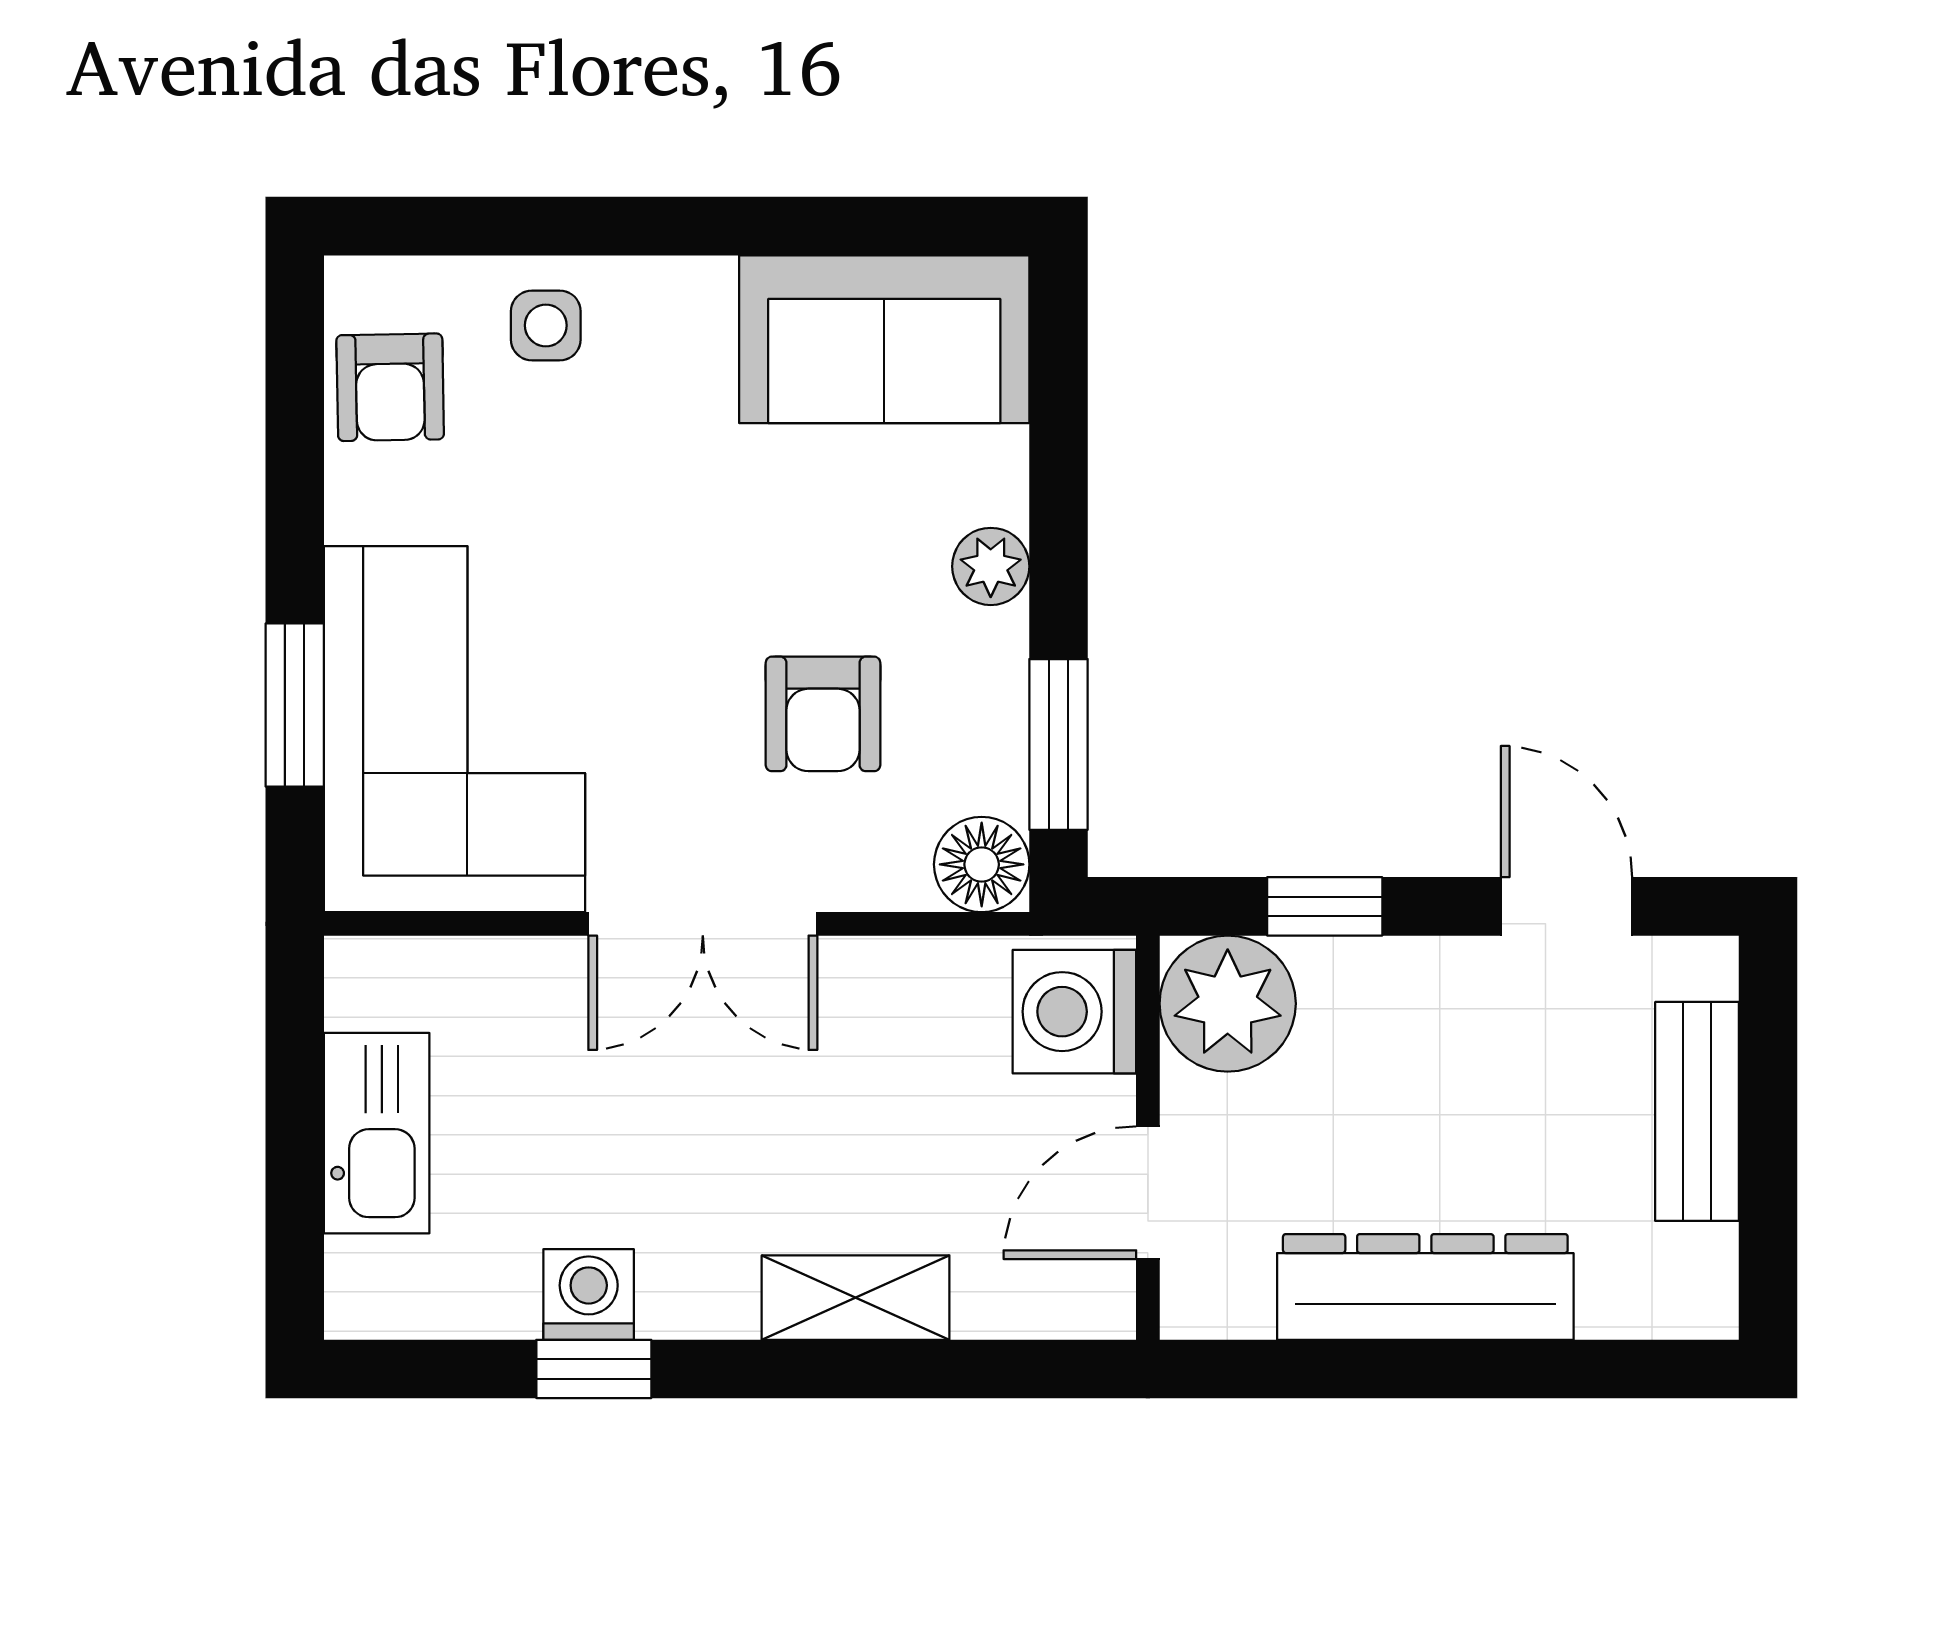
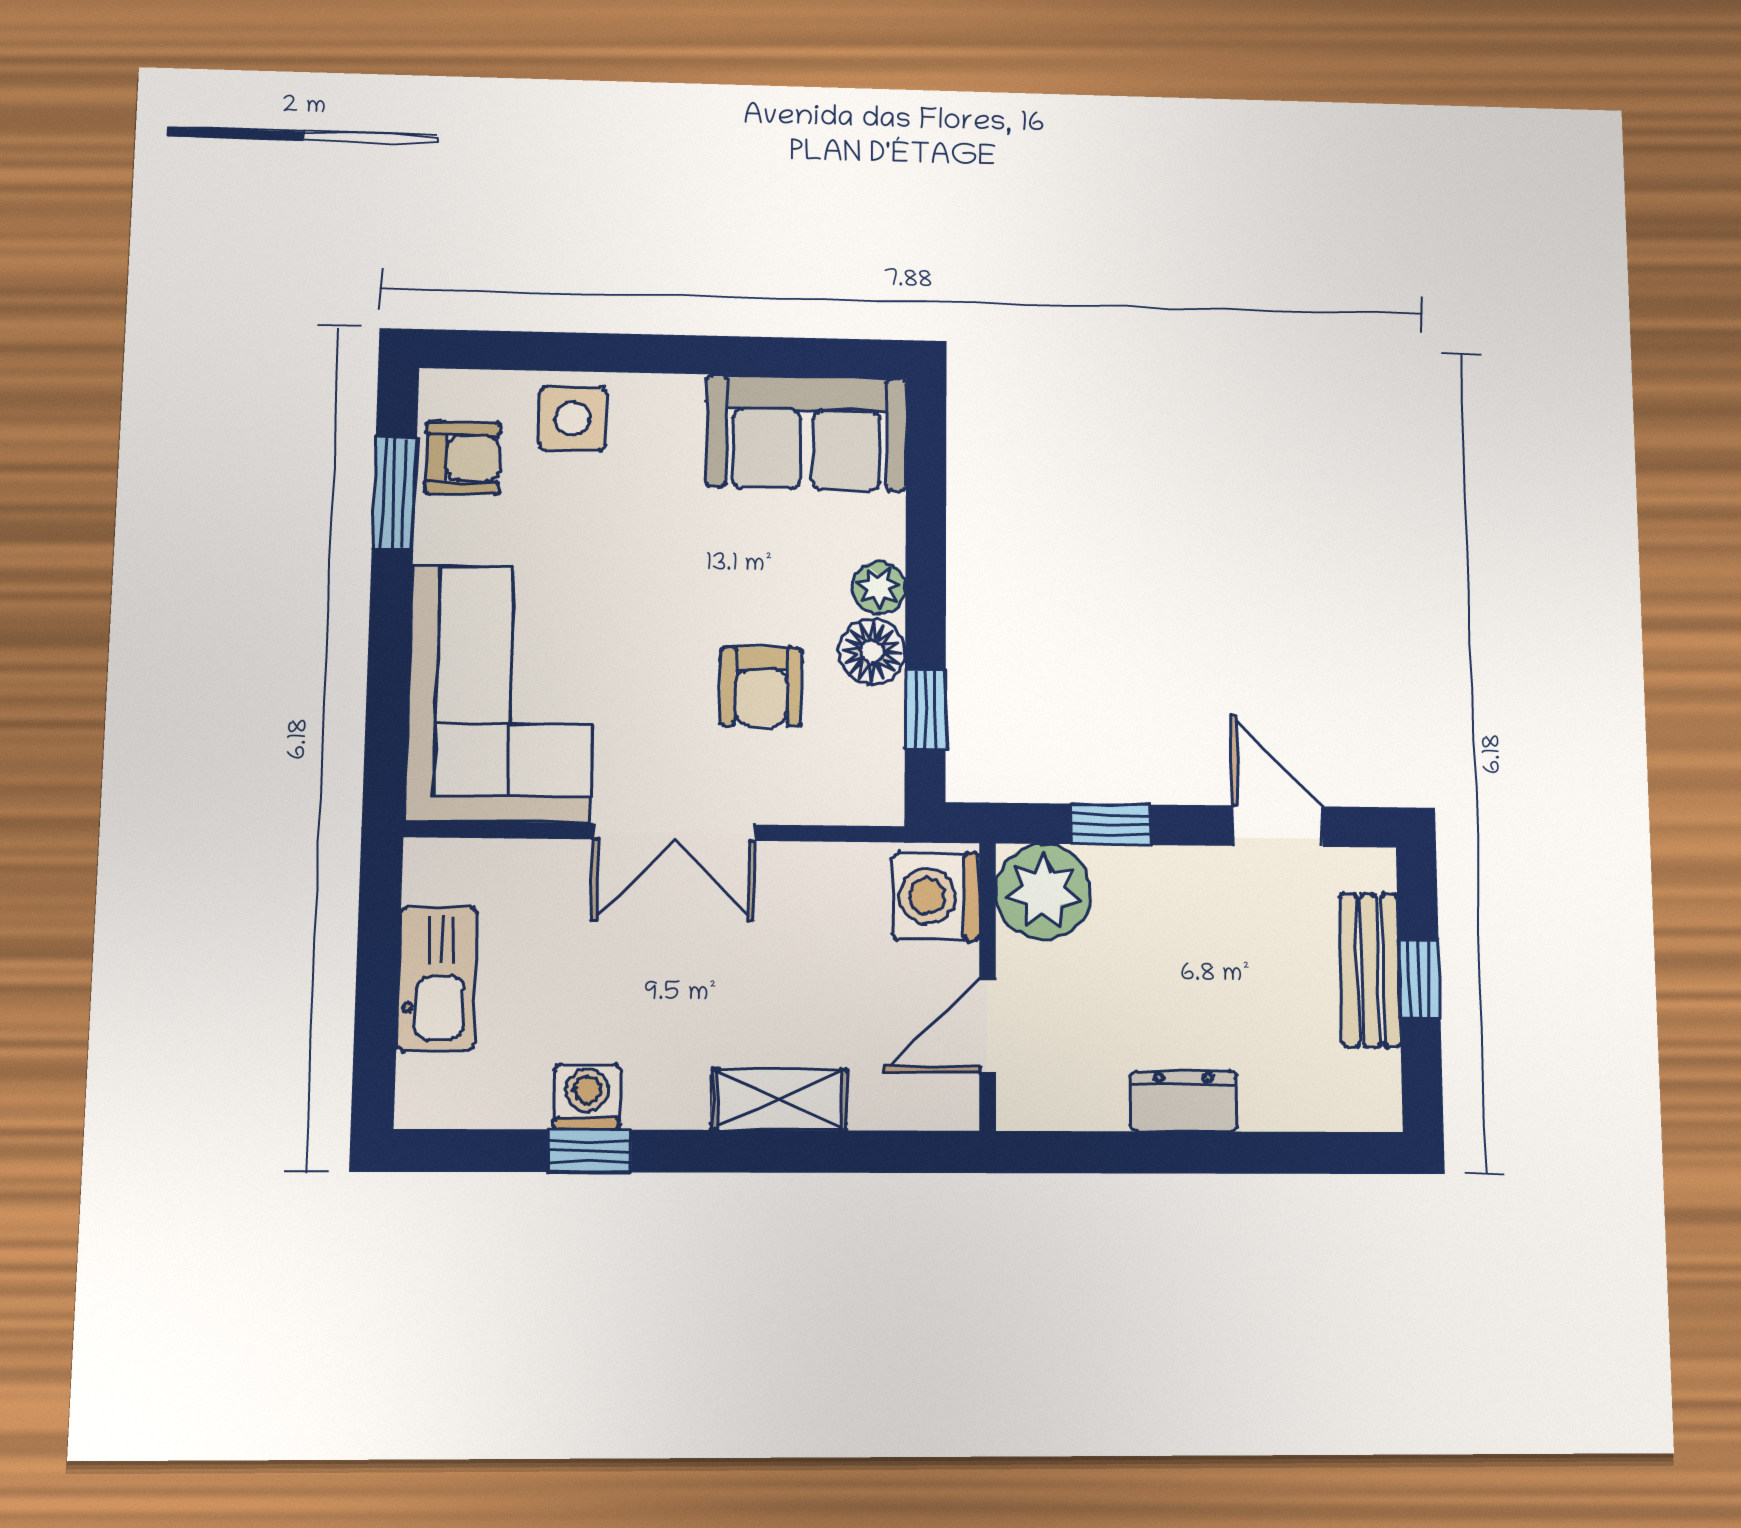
side table: (546, 325) -> (573, 418), width x1.37, depth x1.37
armchair: (390, 387) -> (463, 458), turned -89
window: (295, 705) -> (394, 493), moved
window: (1059, 744) -> (925, 710), width x0.67
floor lamp: (982, 864) -> (872, 651), moved
window: (1768, 1123) -> (1419, 978), added
dresser: (1425, 1287) -> (1183, 1101), width x0.51, depth x0.80

